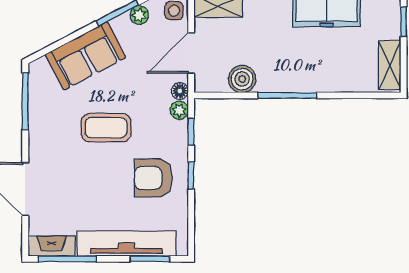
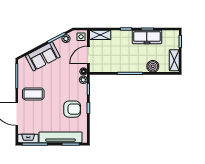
boiler: (242, 79) -> (153, 66), moved
coffee table: (106, 128) -> (33, 94), moved
armchair: (153, 178) -> (72, 109), turned 180

